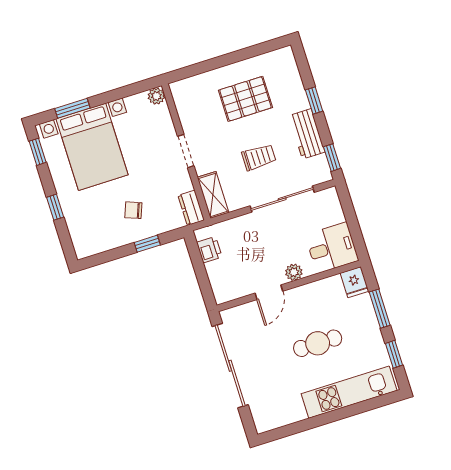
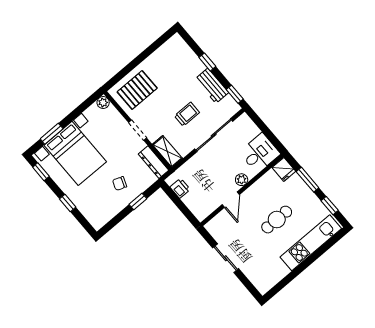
pallet: (245, 99) -> (137, 90), moved
dresser: (191, 208) -> (153, 162), width x1.44
sliding door: (230, 366) -> (226, 258), width x0.54

